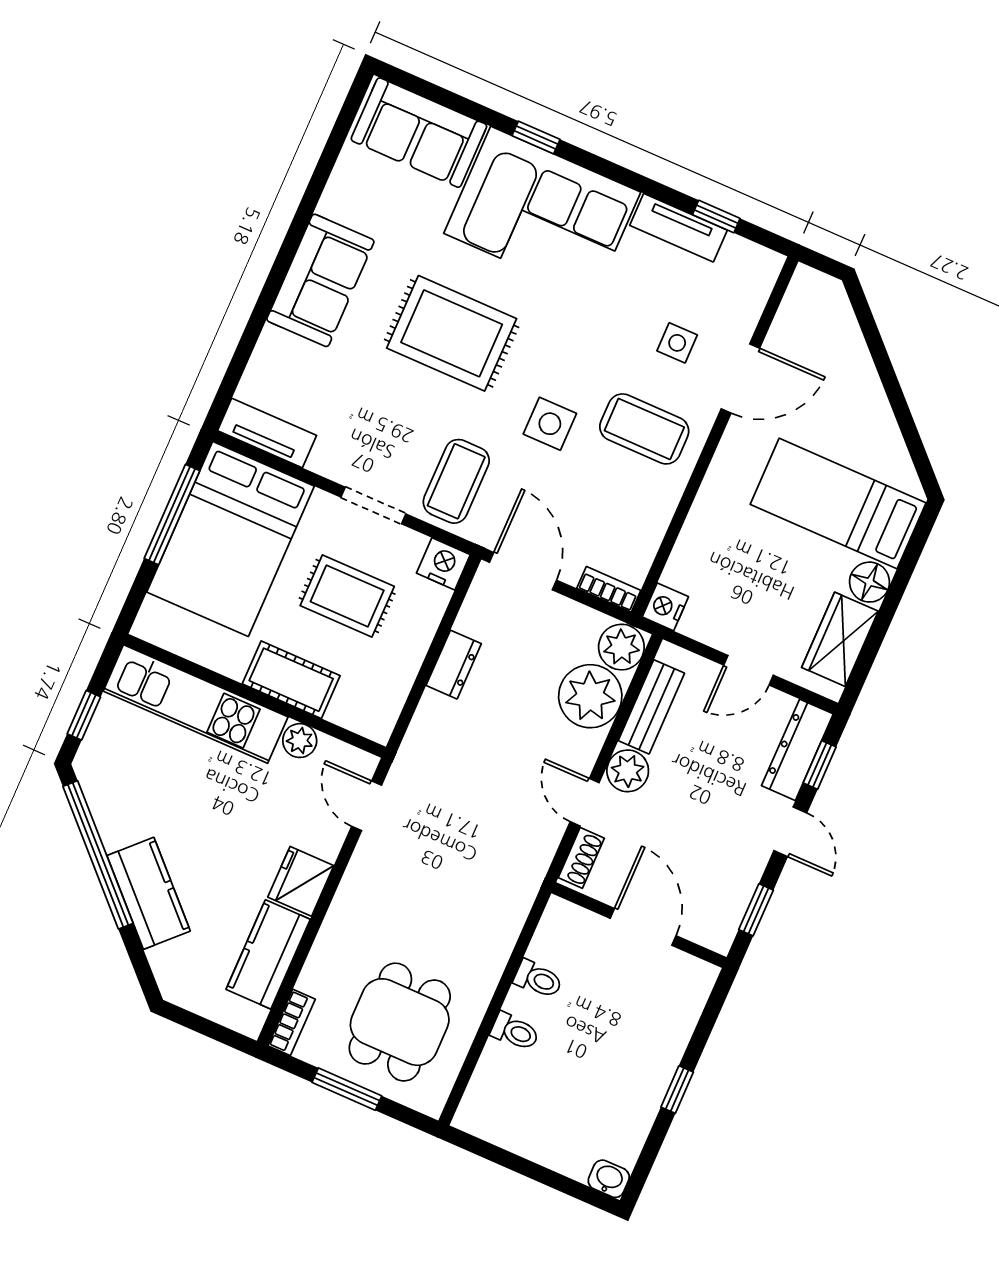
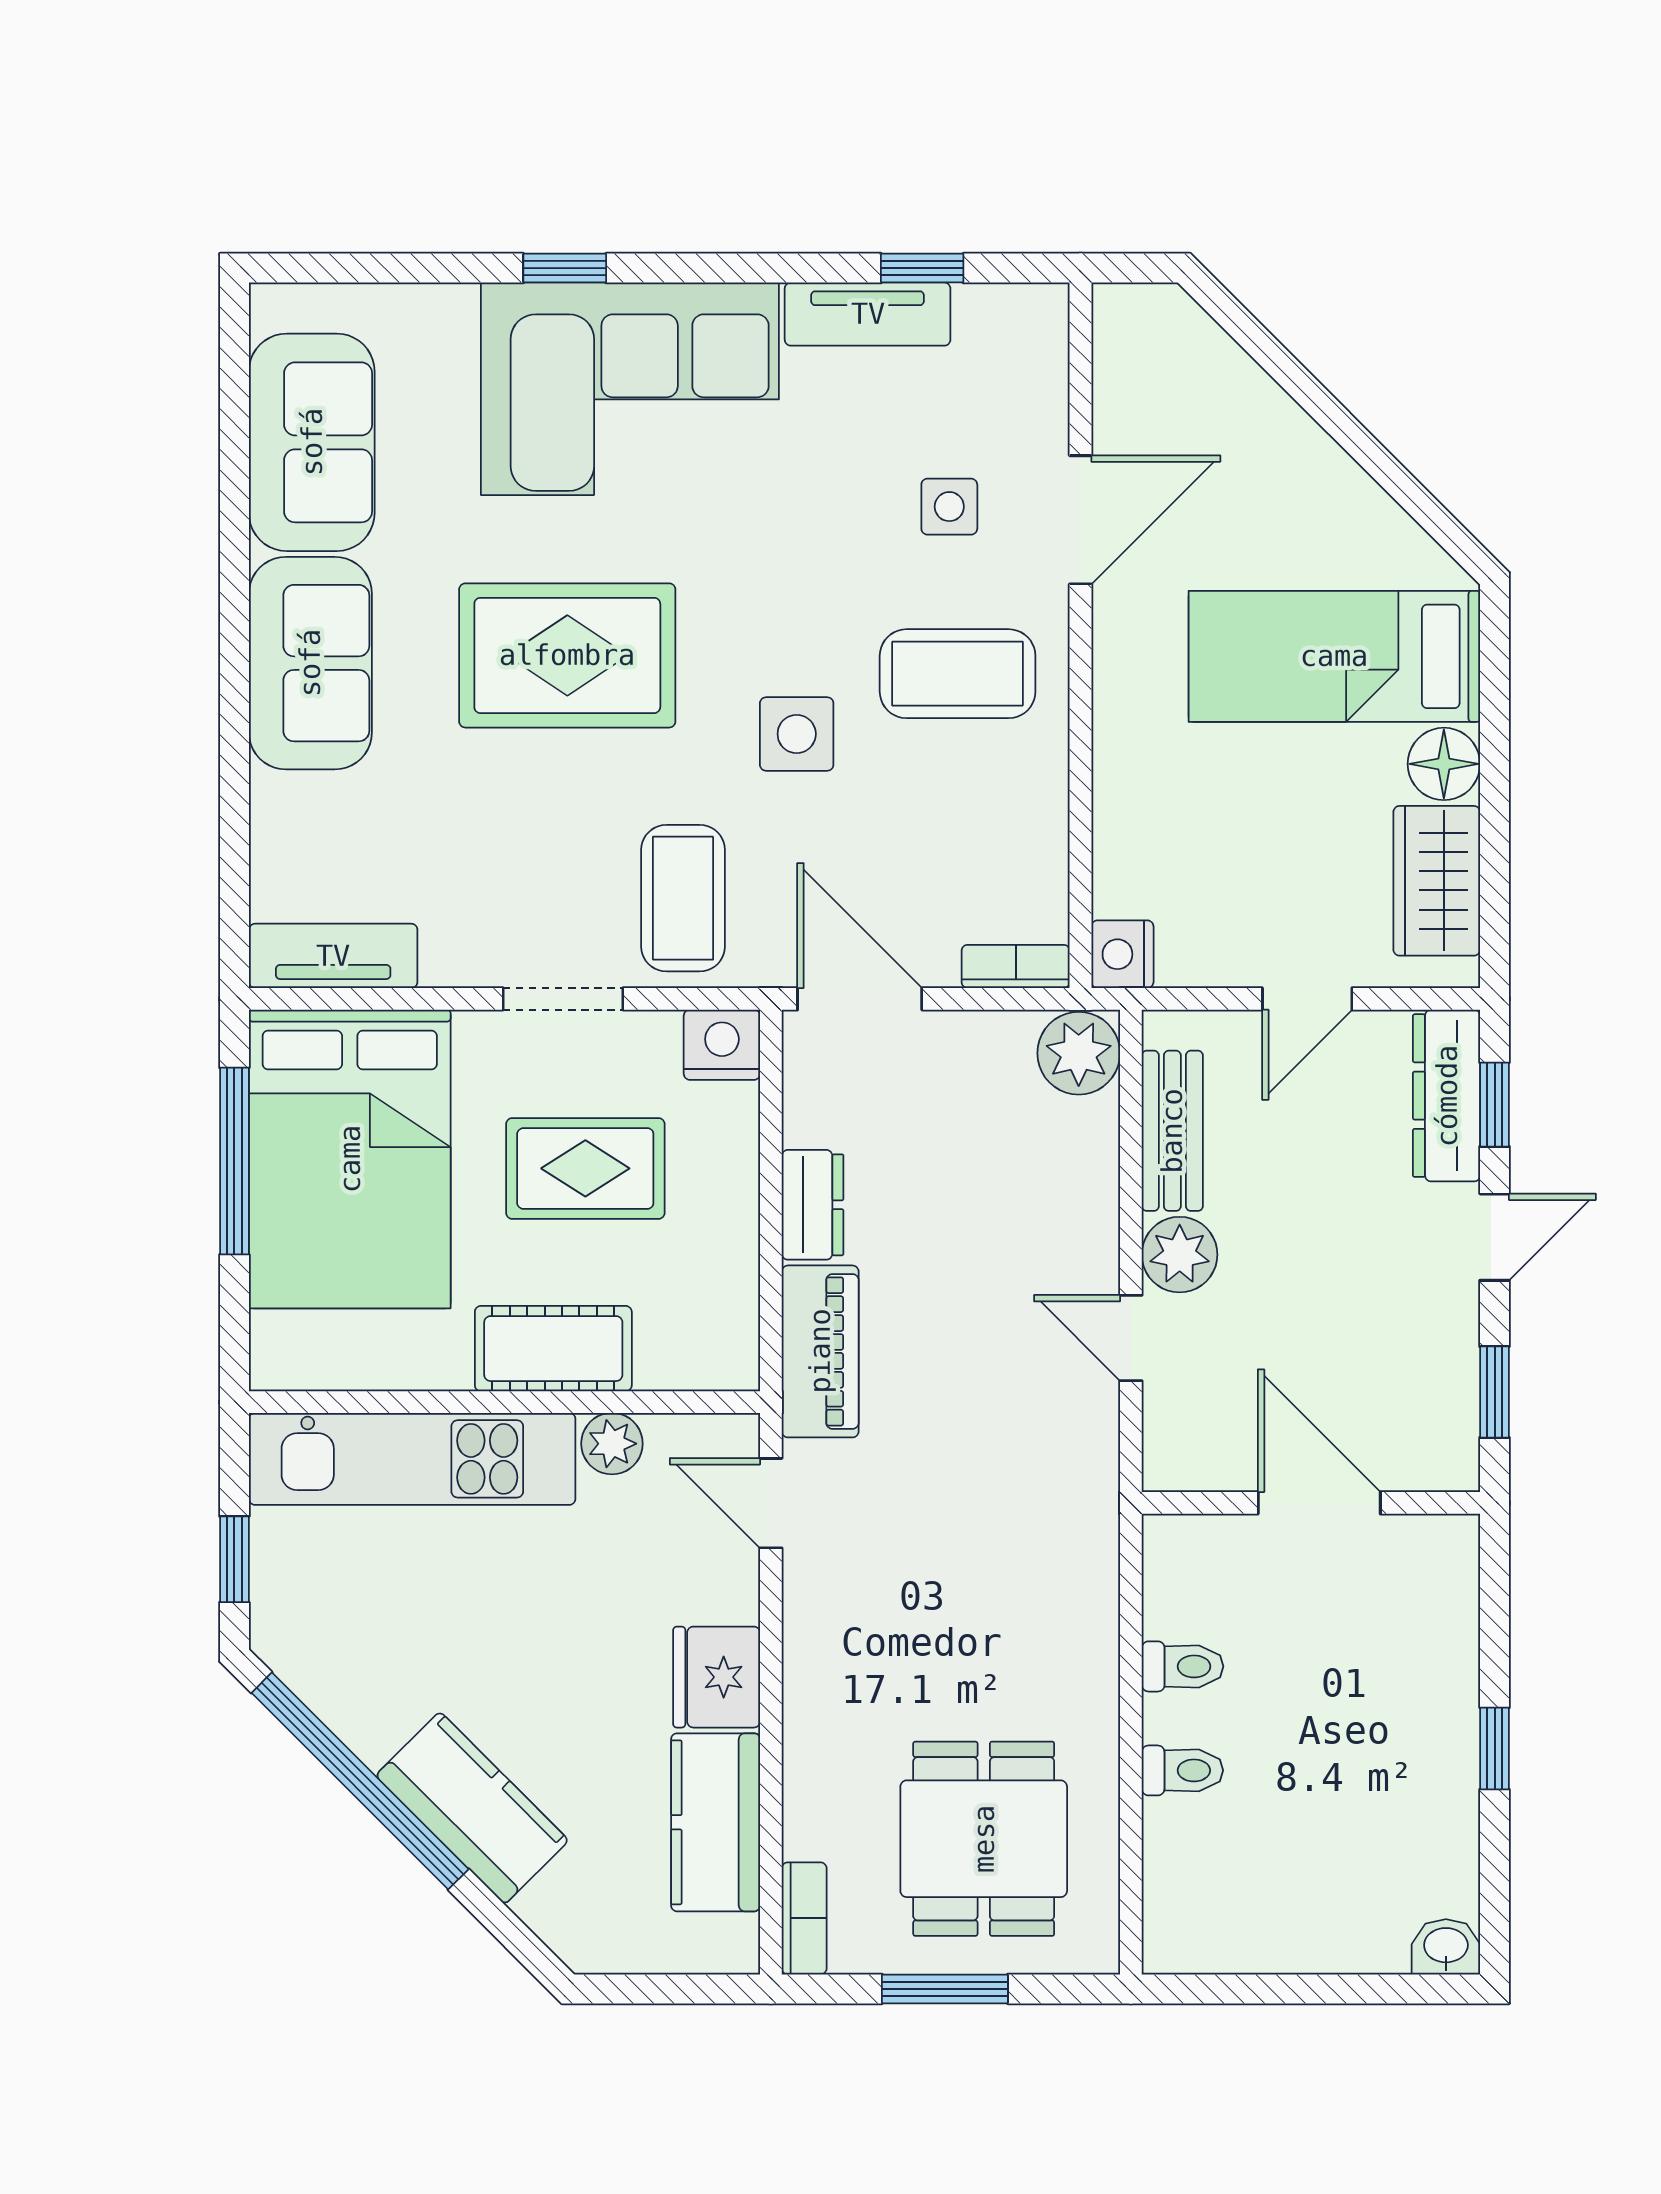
sofa: (419, 133) -> (312, 442), moved, turned -90
plant: (590, 696) -> (1063, 1158), removed
piano: (425, 740) -> (820, 1351), added
door: (790, 832) -> (1495, 1237), hinge flipped
shoe rack: (581, 858) -> (1166, 1433), removed

